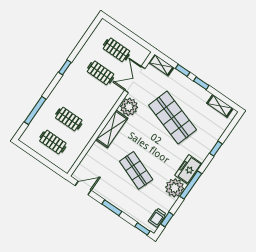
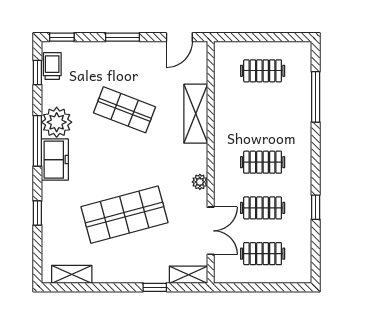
window: (65, 67) -> (316, 207), moved
window: (201, 83) -> (118, 287), removed
plant: (129, 107) -> (200, 182), width x0.53, depth x0.53
shop shelf: (173, 118) -> (125, 215), turned -33
clothes rail: (69, 119) -> (263, 162), moved
shelving: (112, 129) -> (196, 114), moved

